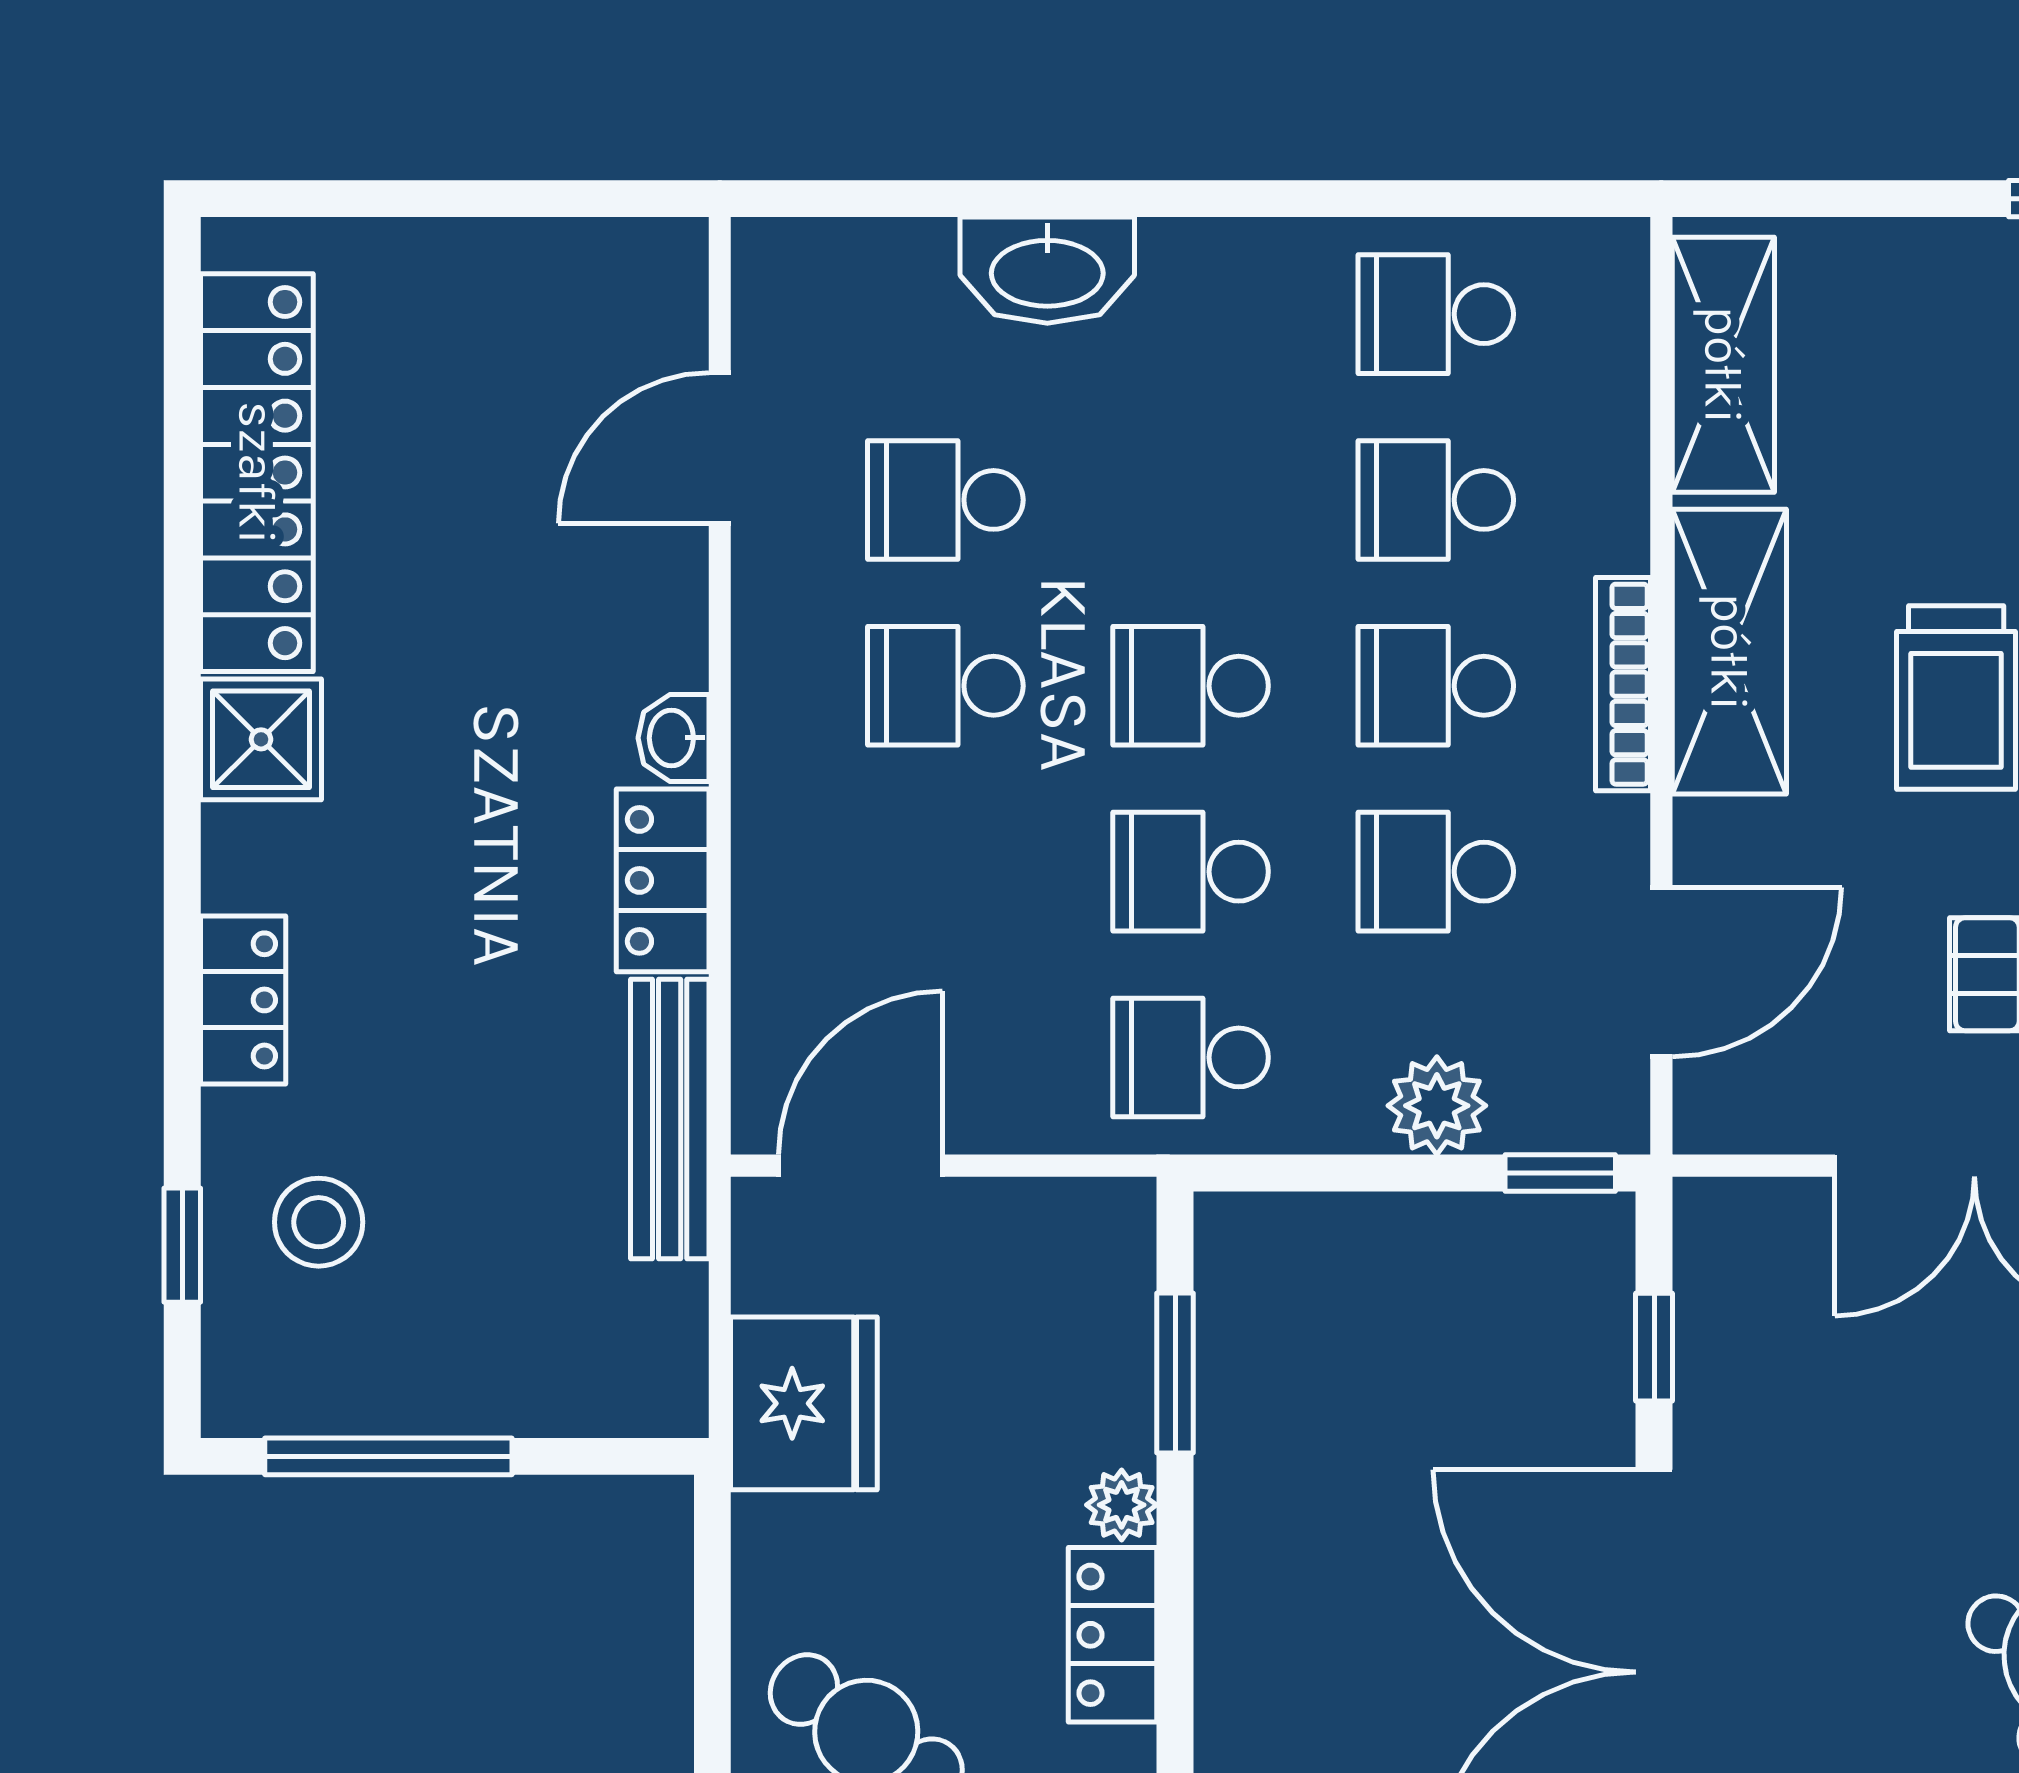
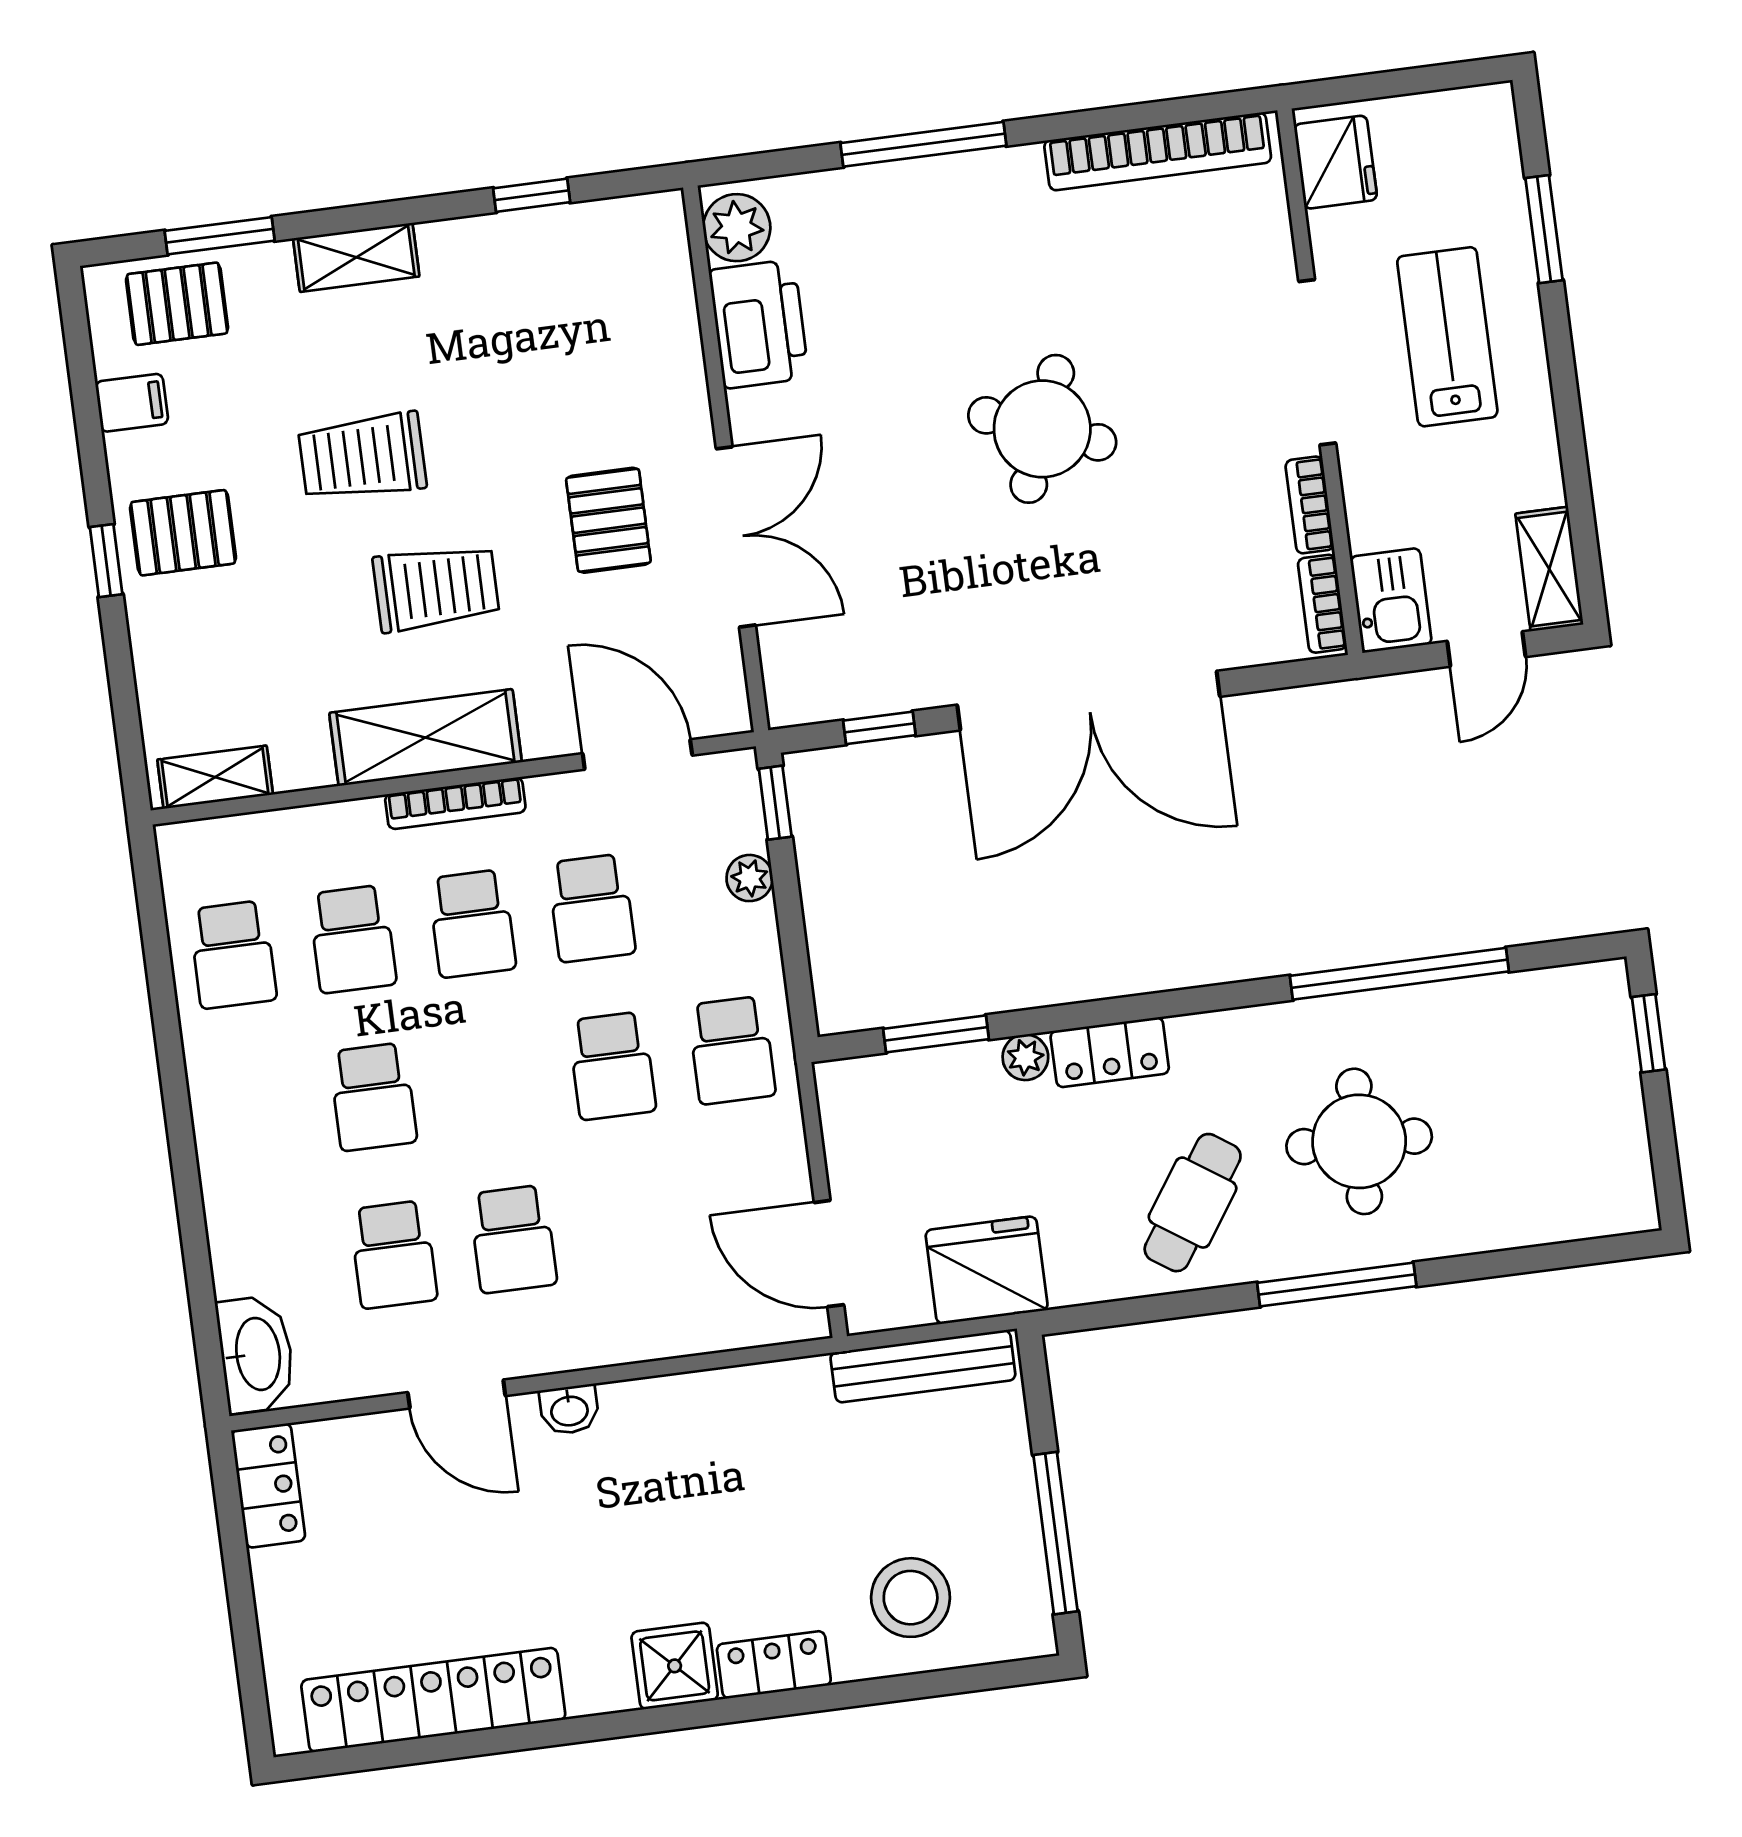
washbasin: (1047, 270) -> (256, 1354), moved
shelving: (1723, 365) -> (215, 777), width x0.67, depth x0.75
door: (720, 448) -> (457, 1394), moved
school desk: (1191, 686) -> (373, 1097), moved
shower: (261, 739) -> (675, 1666), moved
locker: (663, 880) -> (268, 1486), moved, turned -90
plant: (1437, 1106) -> (750, 878), width x0.73, depth x0.73
bench: (670, 1119) -> (923, 1366), moved
stool: (319, 1222) -> (911, 1598), width x1.38, depth x1.38
window: (182, 1245) -> (937, 1683), removed

